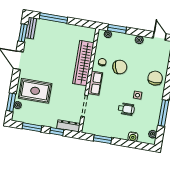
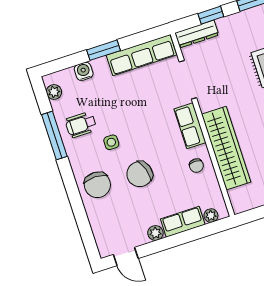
window: (117, 29) -> (201, 232), removed
row of seats: (123, 38) -> (183, 222), added
chair: (120, 67) -> (140, 174), moved
wheelchair: (126, 109) -> (81, 125), moved
row of seats: (101, 130) -> (141, 55), added
window: (103, 139) -> (103, 50), moved

